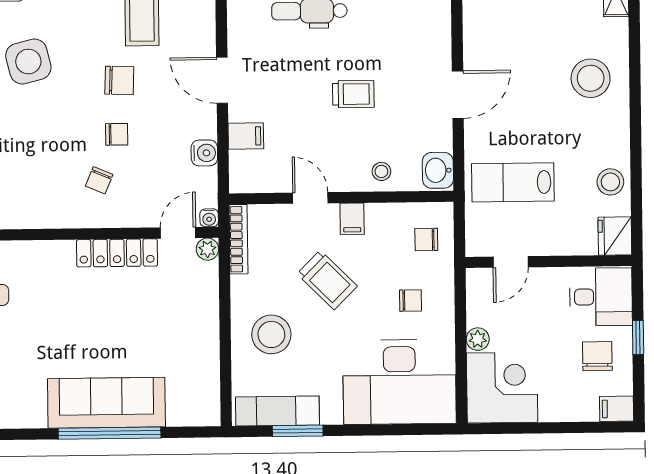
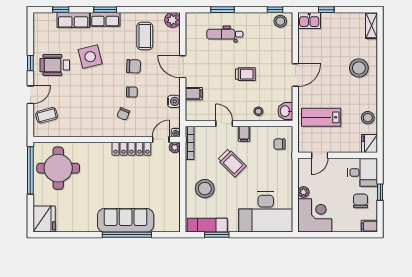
chair: (410, 300) -> (271, 173), removed

